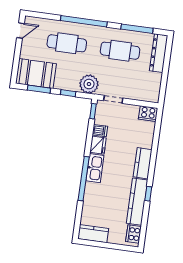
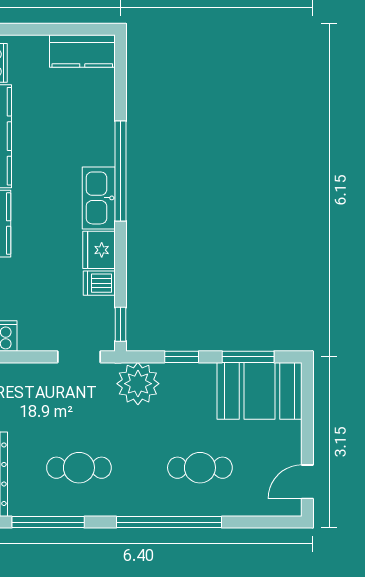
cafe table: (67, 43) -> (200, 468), width x0.73, depth x0.74
cafe table: (120, 51) -> (79, 468), width x0.73, depth x0.74

